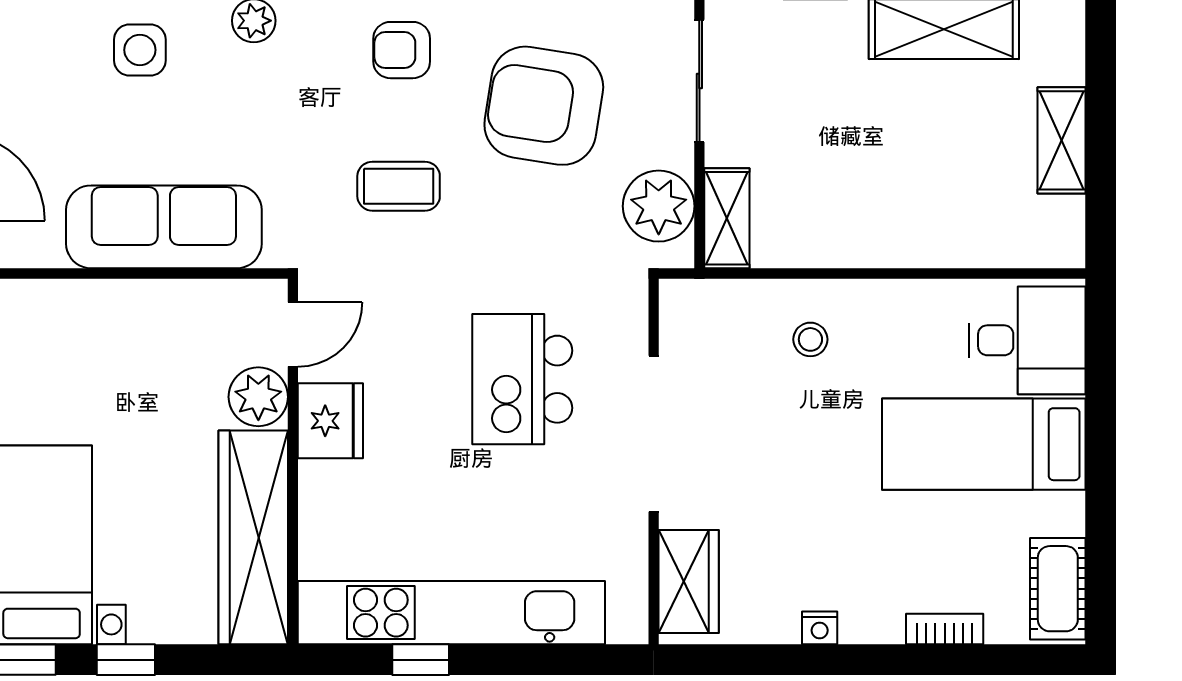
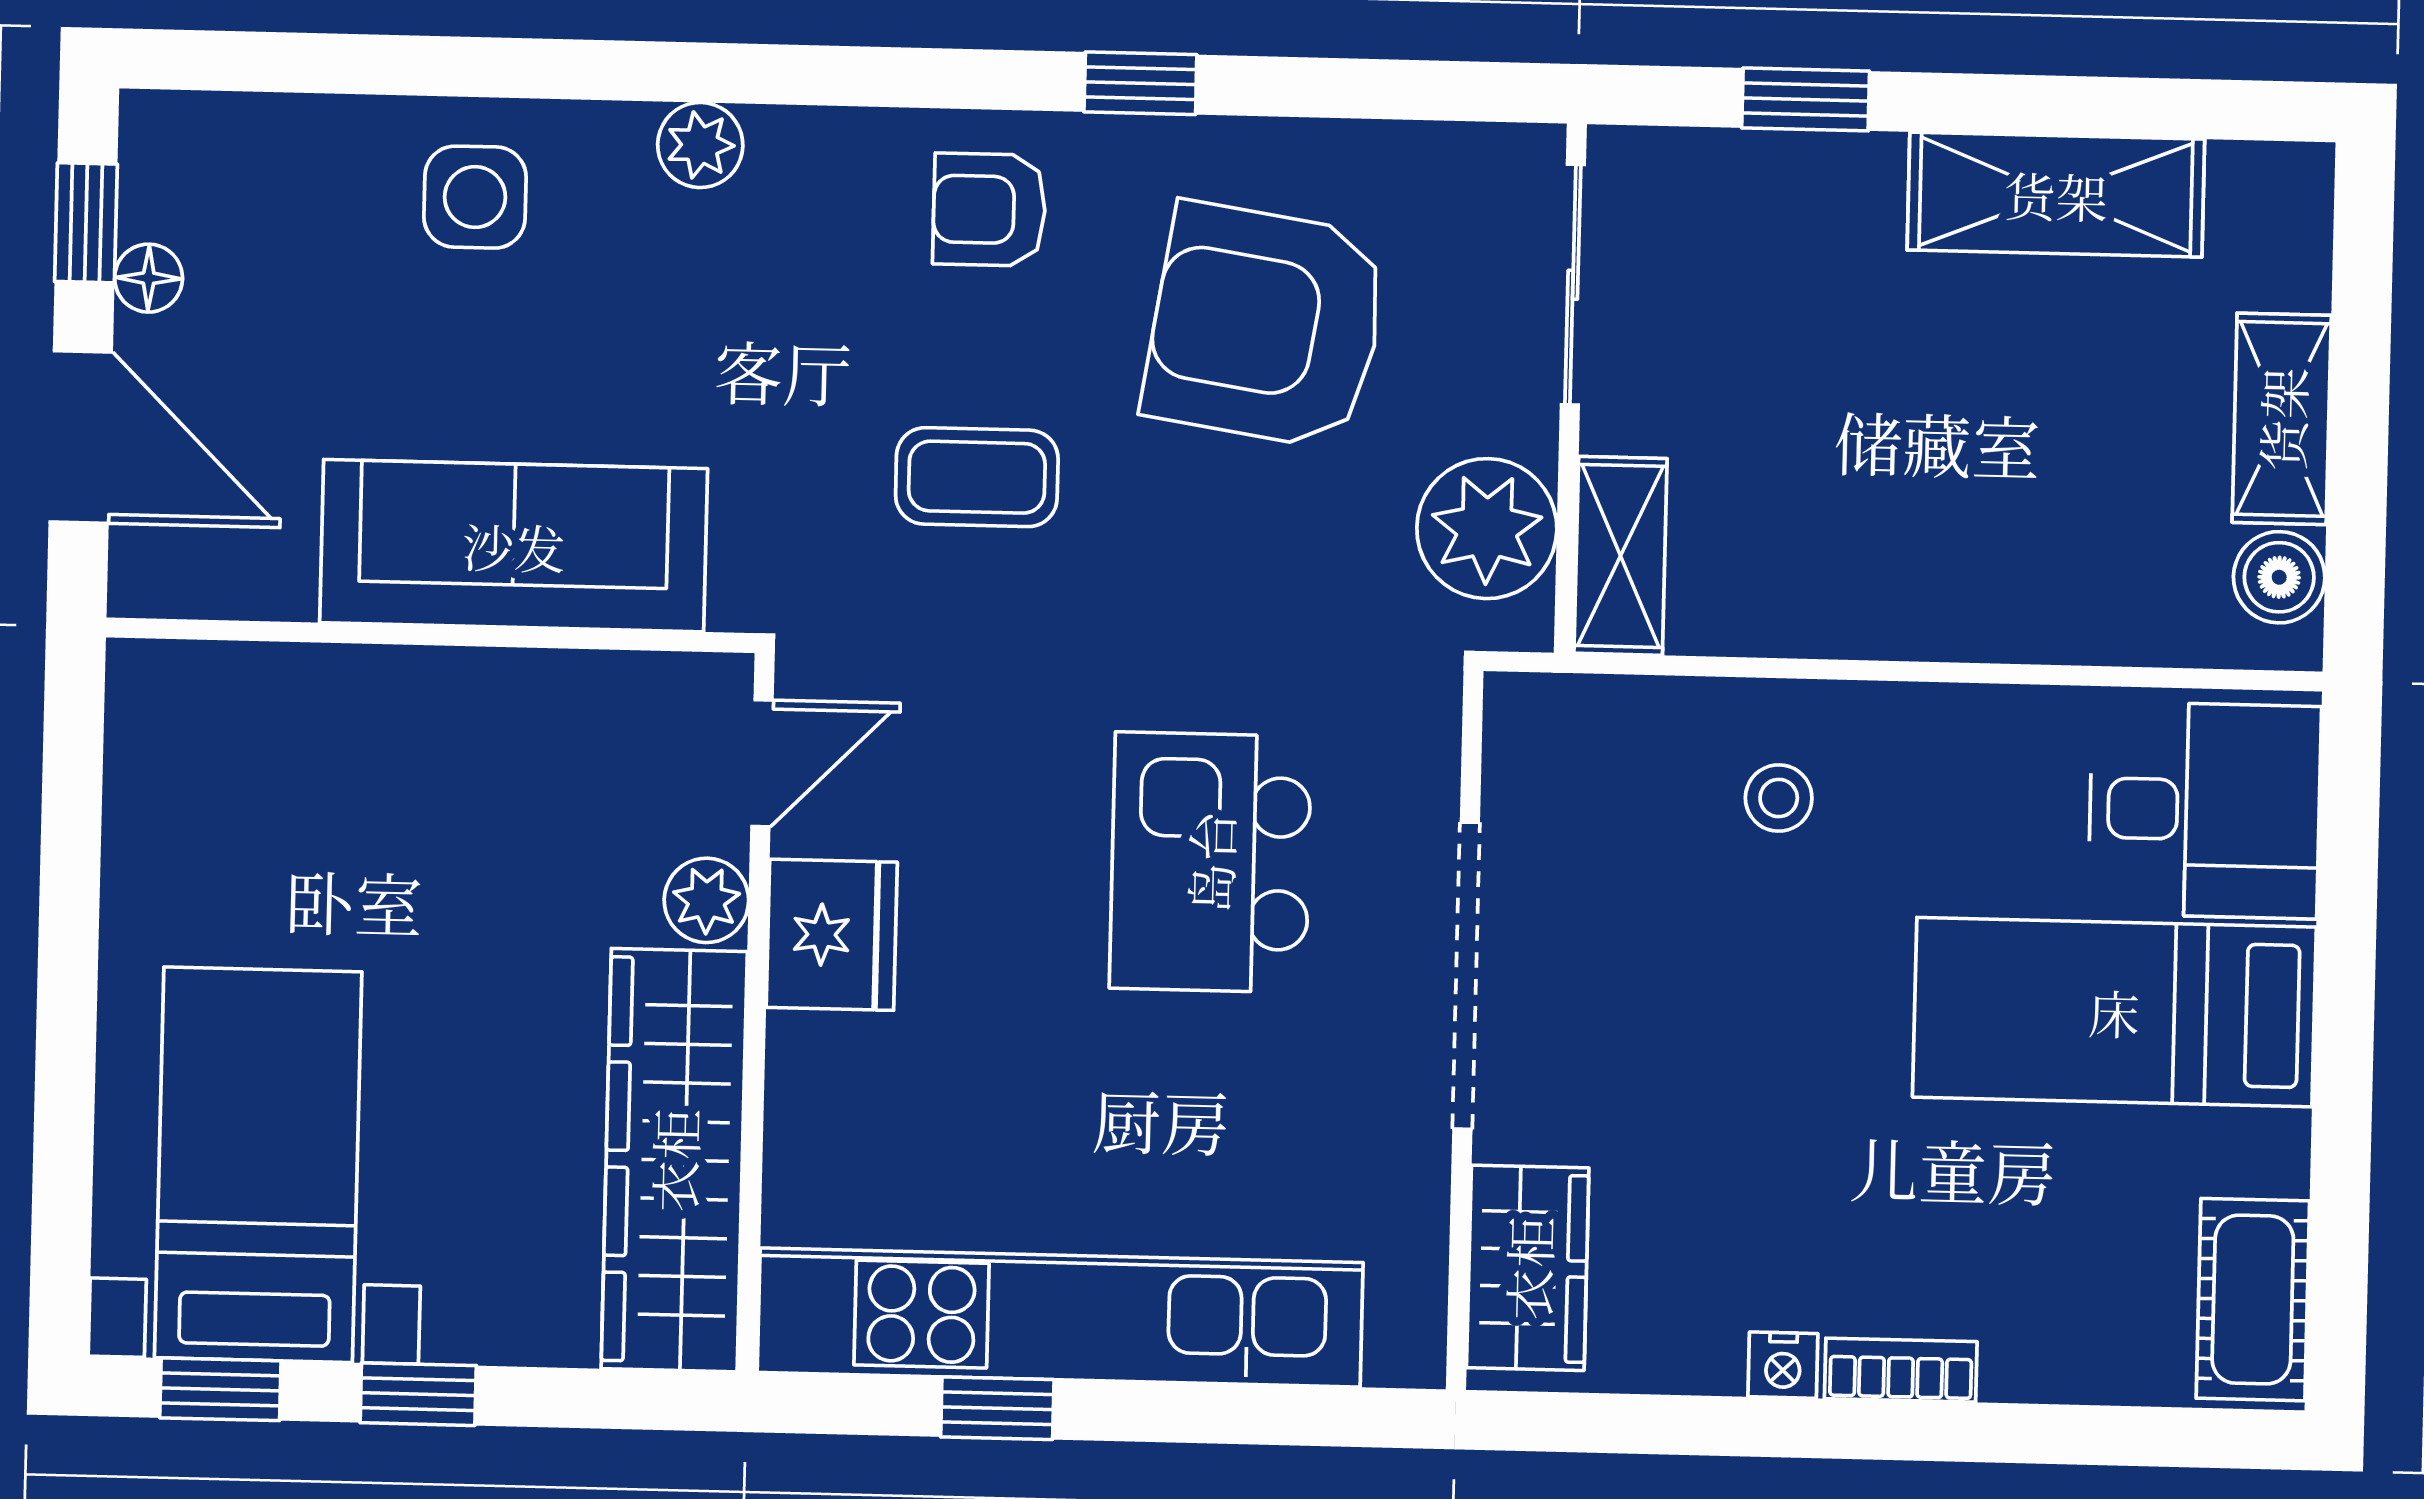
boiler: (1062, 221) -> (2279, 577), added
plant: (258, 397) -> (706, 900), width x0.73, depth x0.73
bookcase: (945, 629) -> (1901, 1370), moved

